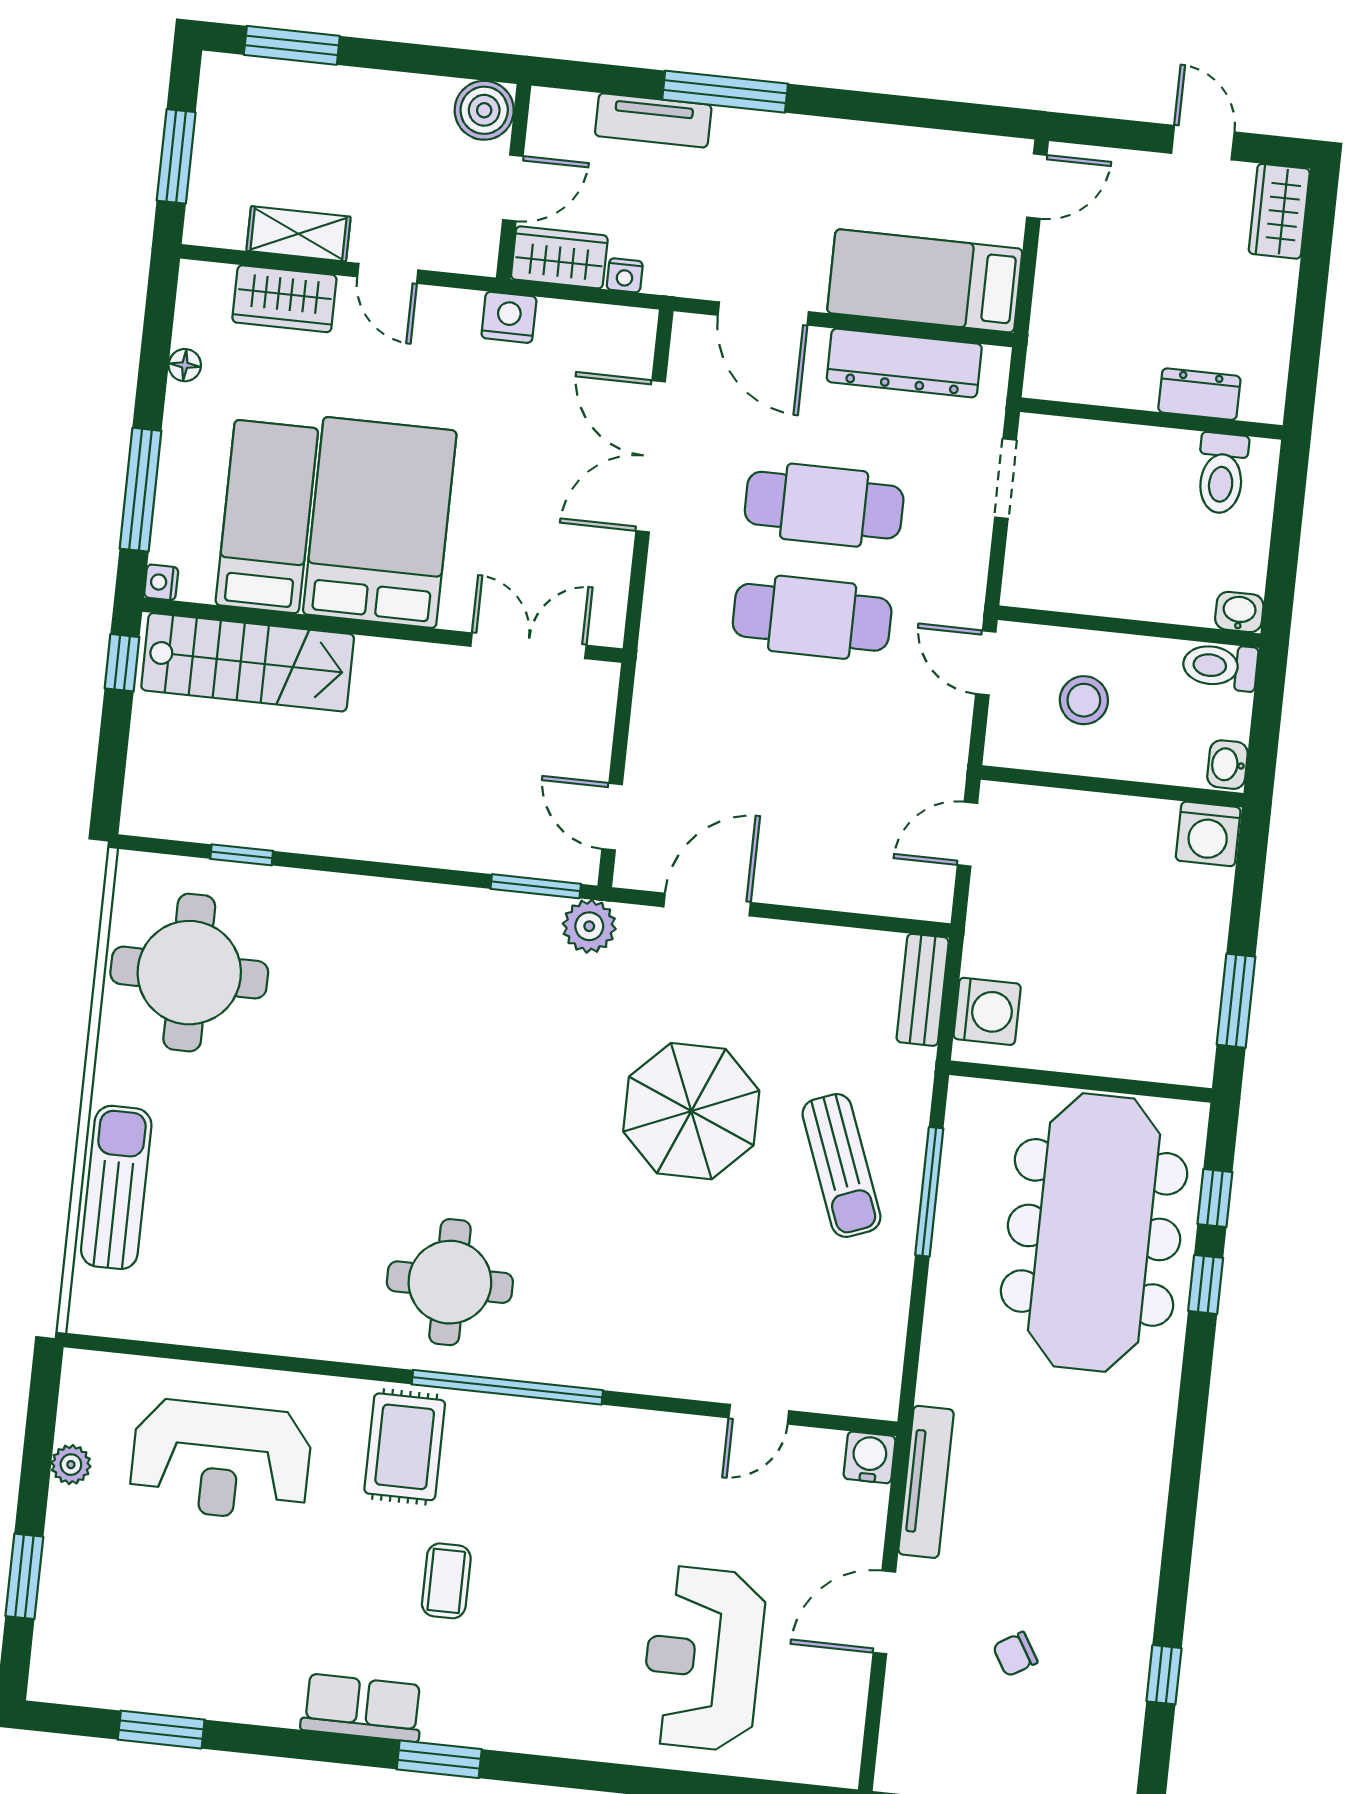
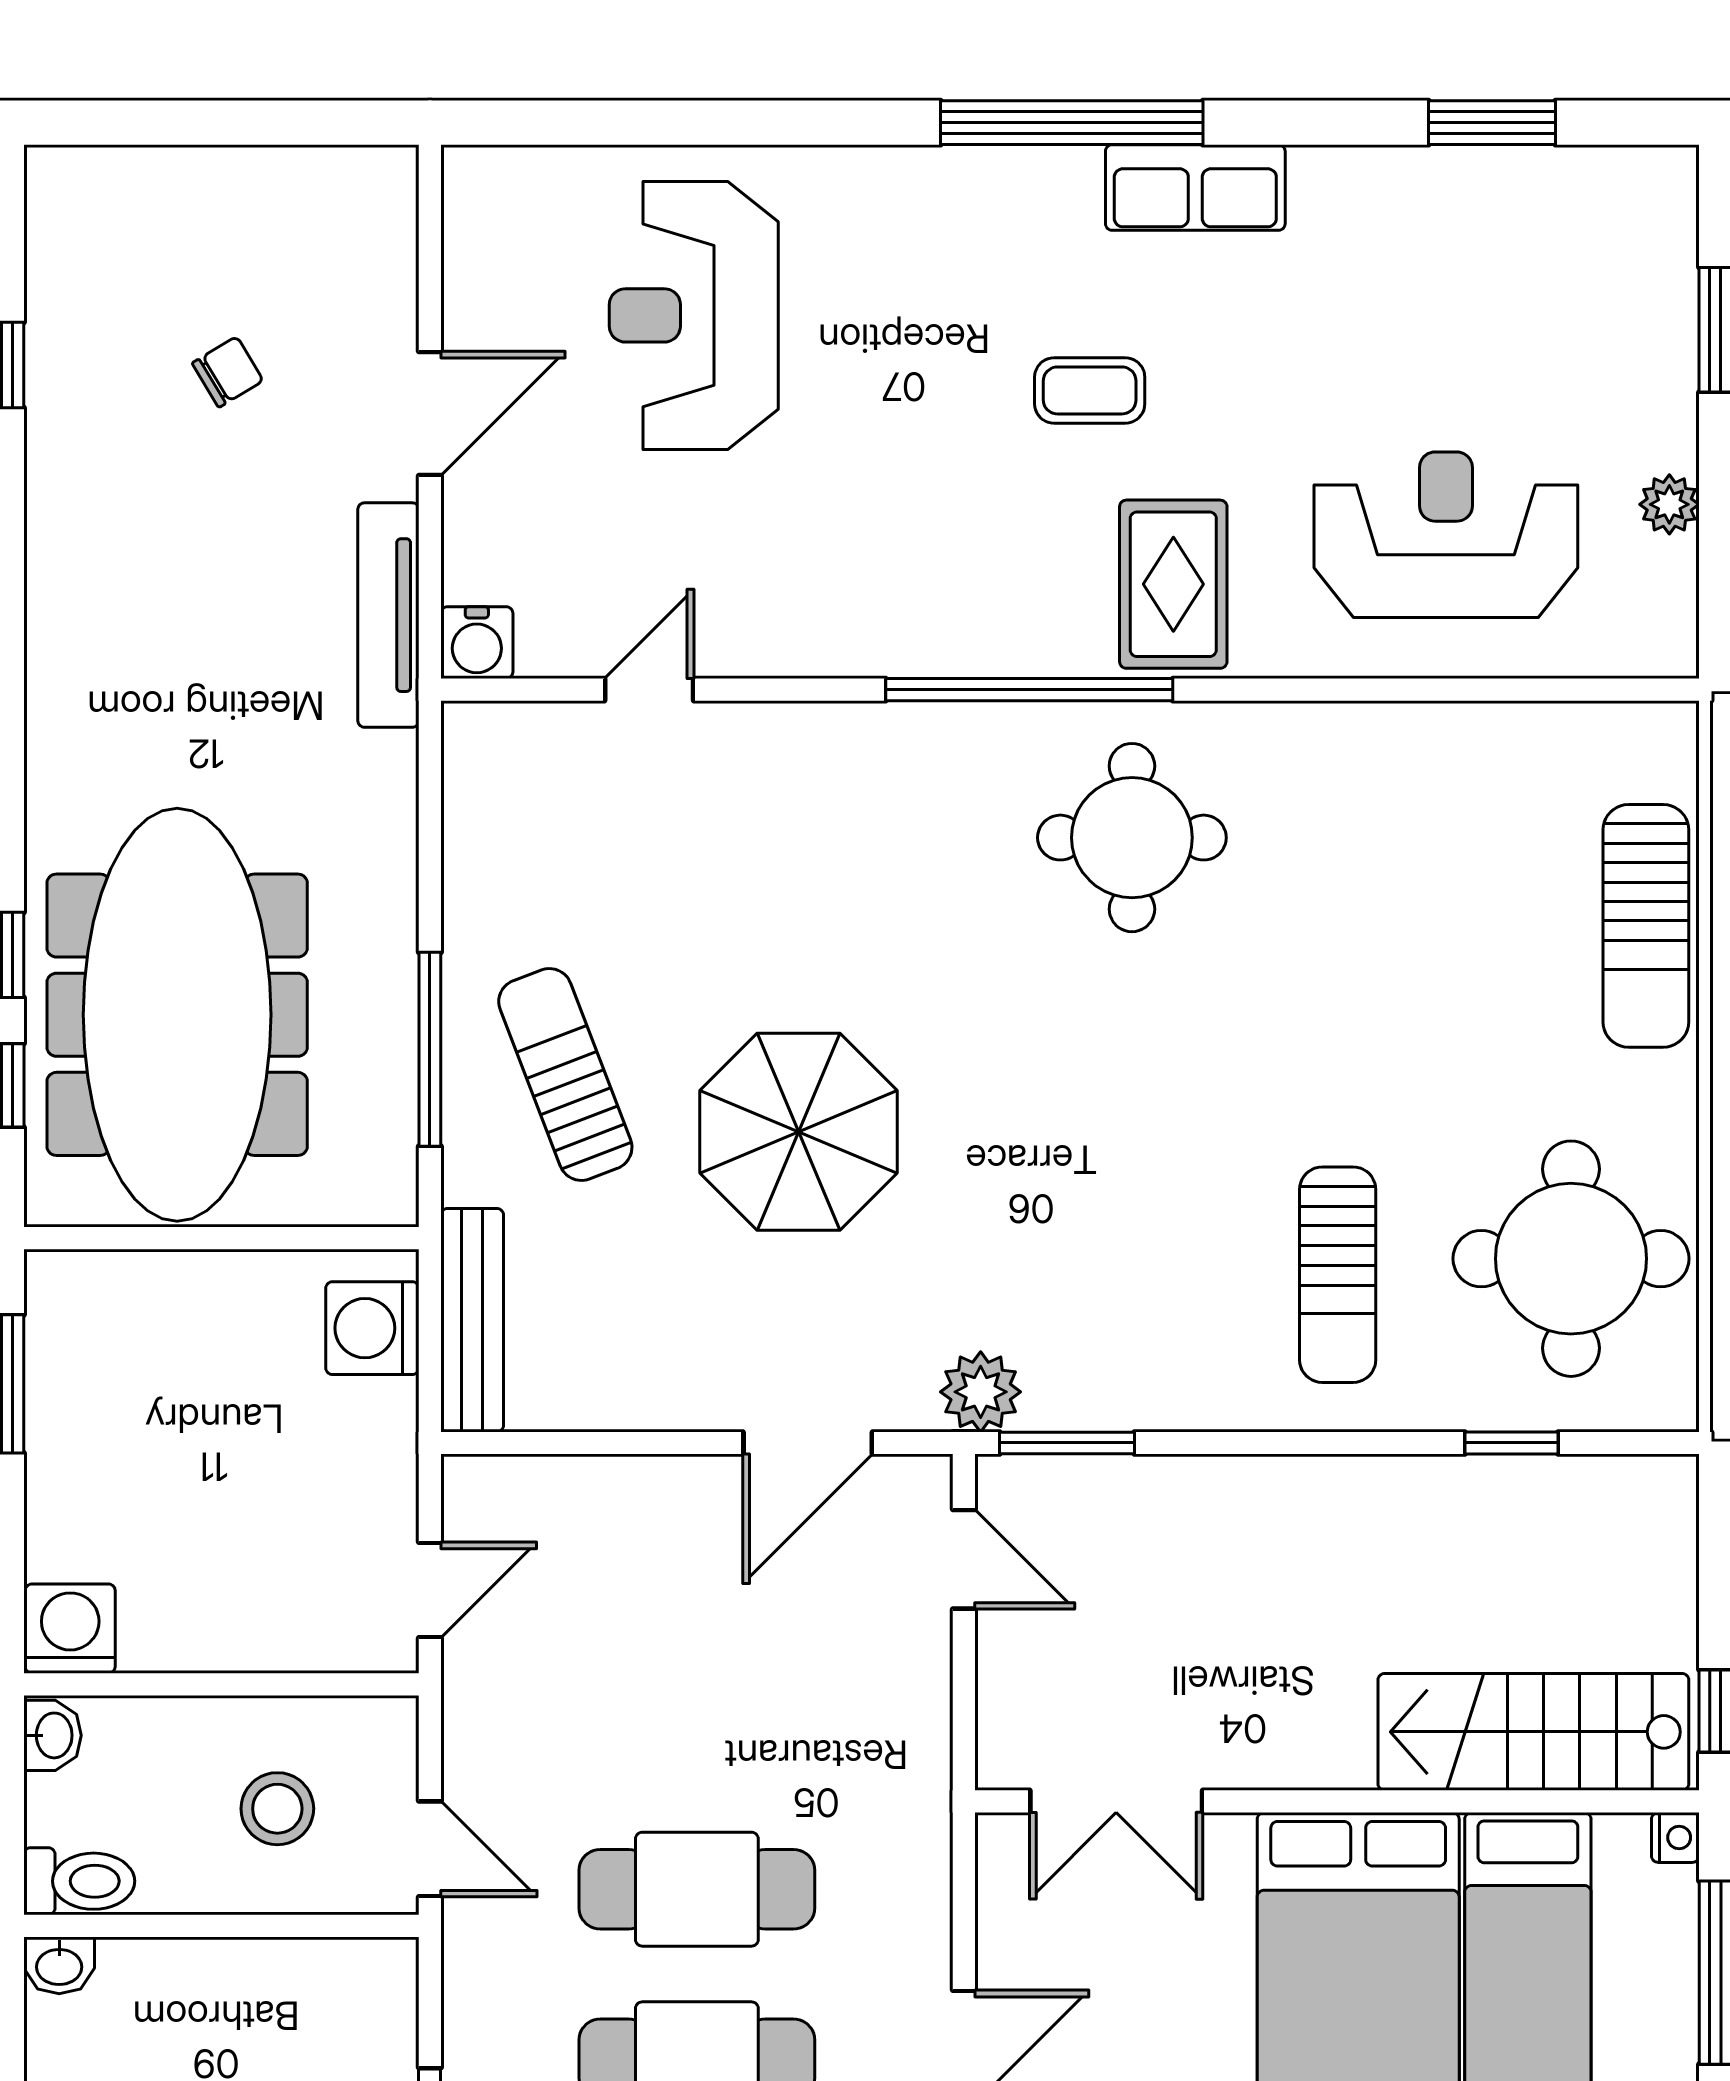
sun lounger: (345, 978) -> (1338, 1275), added
bench: (923, 990) -> (472, 1320), width x1.36
coffee table: (446, 1581) -> (1090, 390), turned 90
reception desk: (703, 1659) -> (694, 315), turned 180
window: (439, 1759) -> (1072, 123), width x2.11

